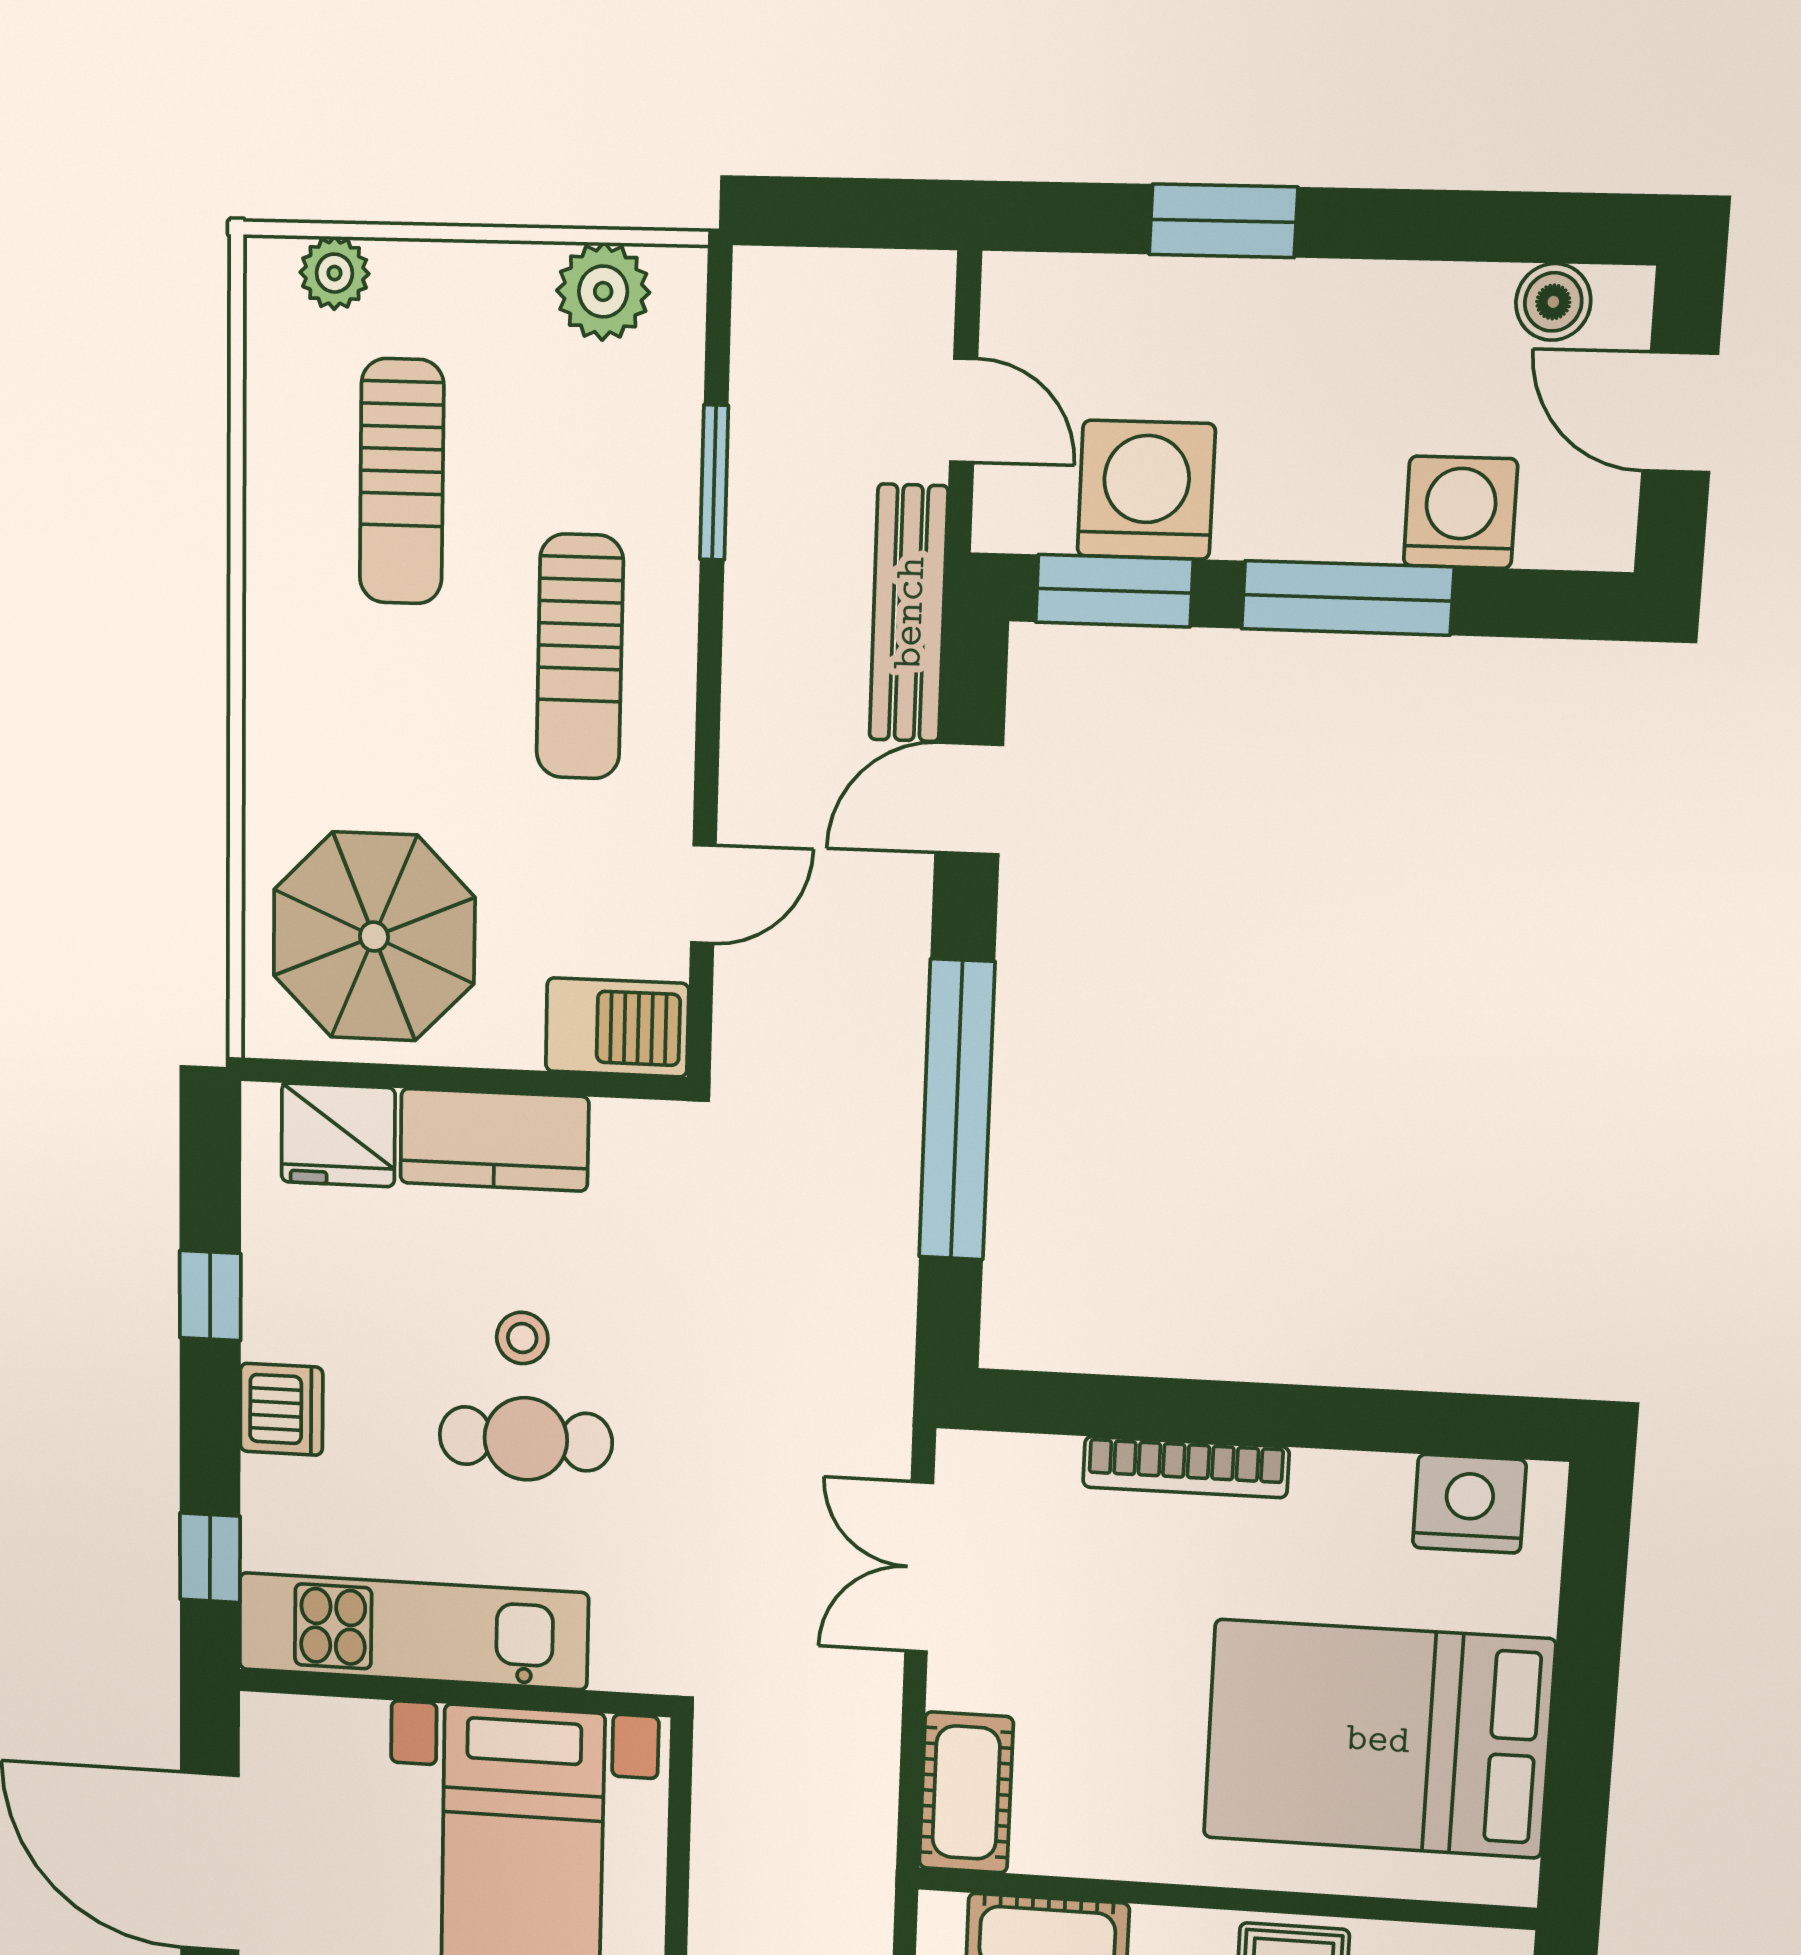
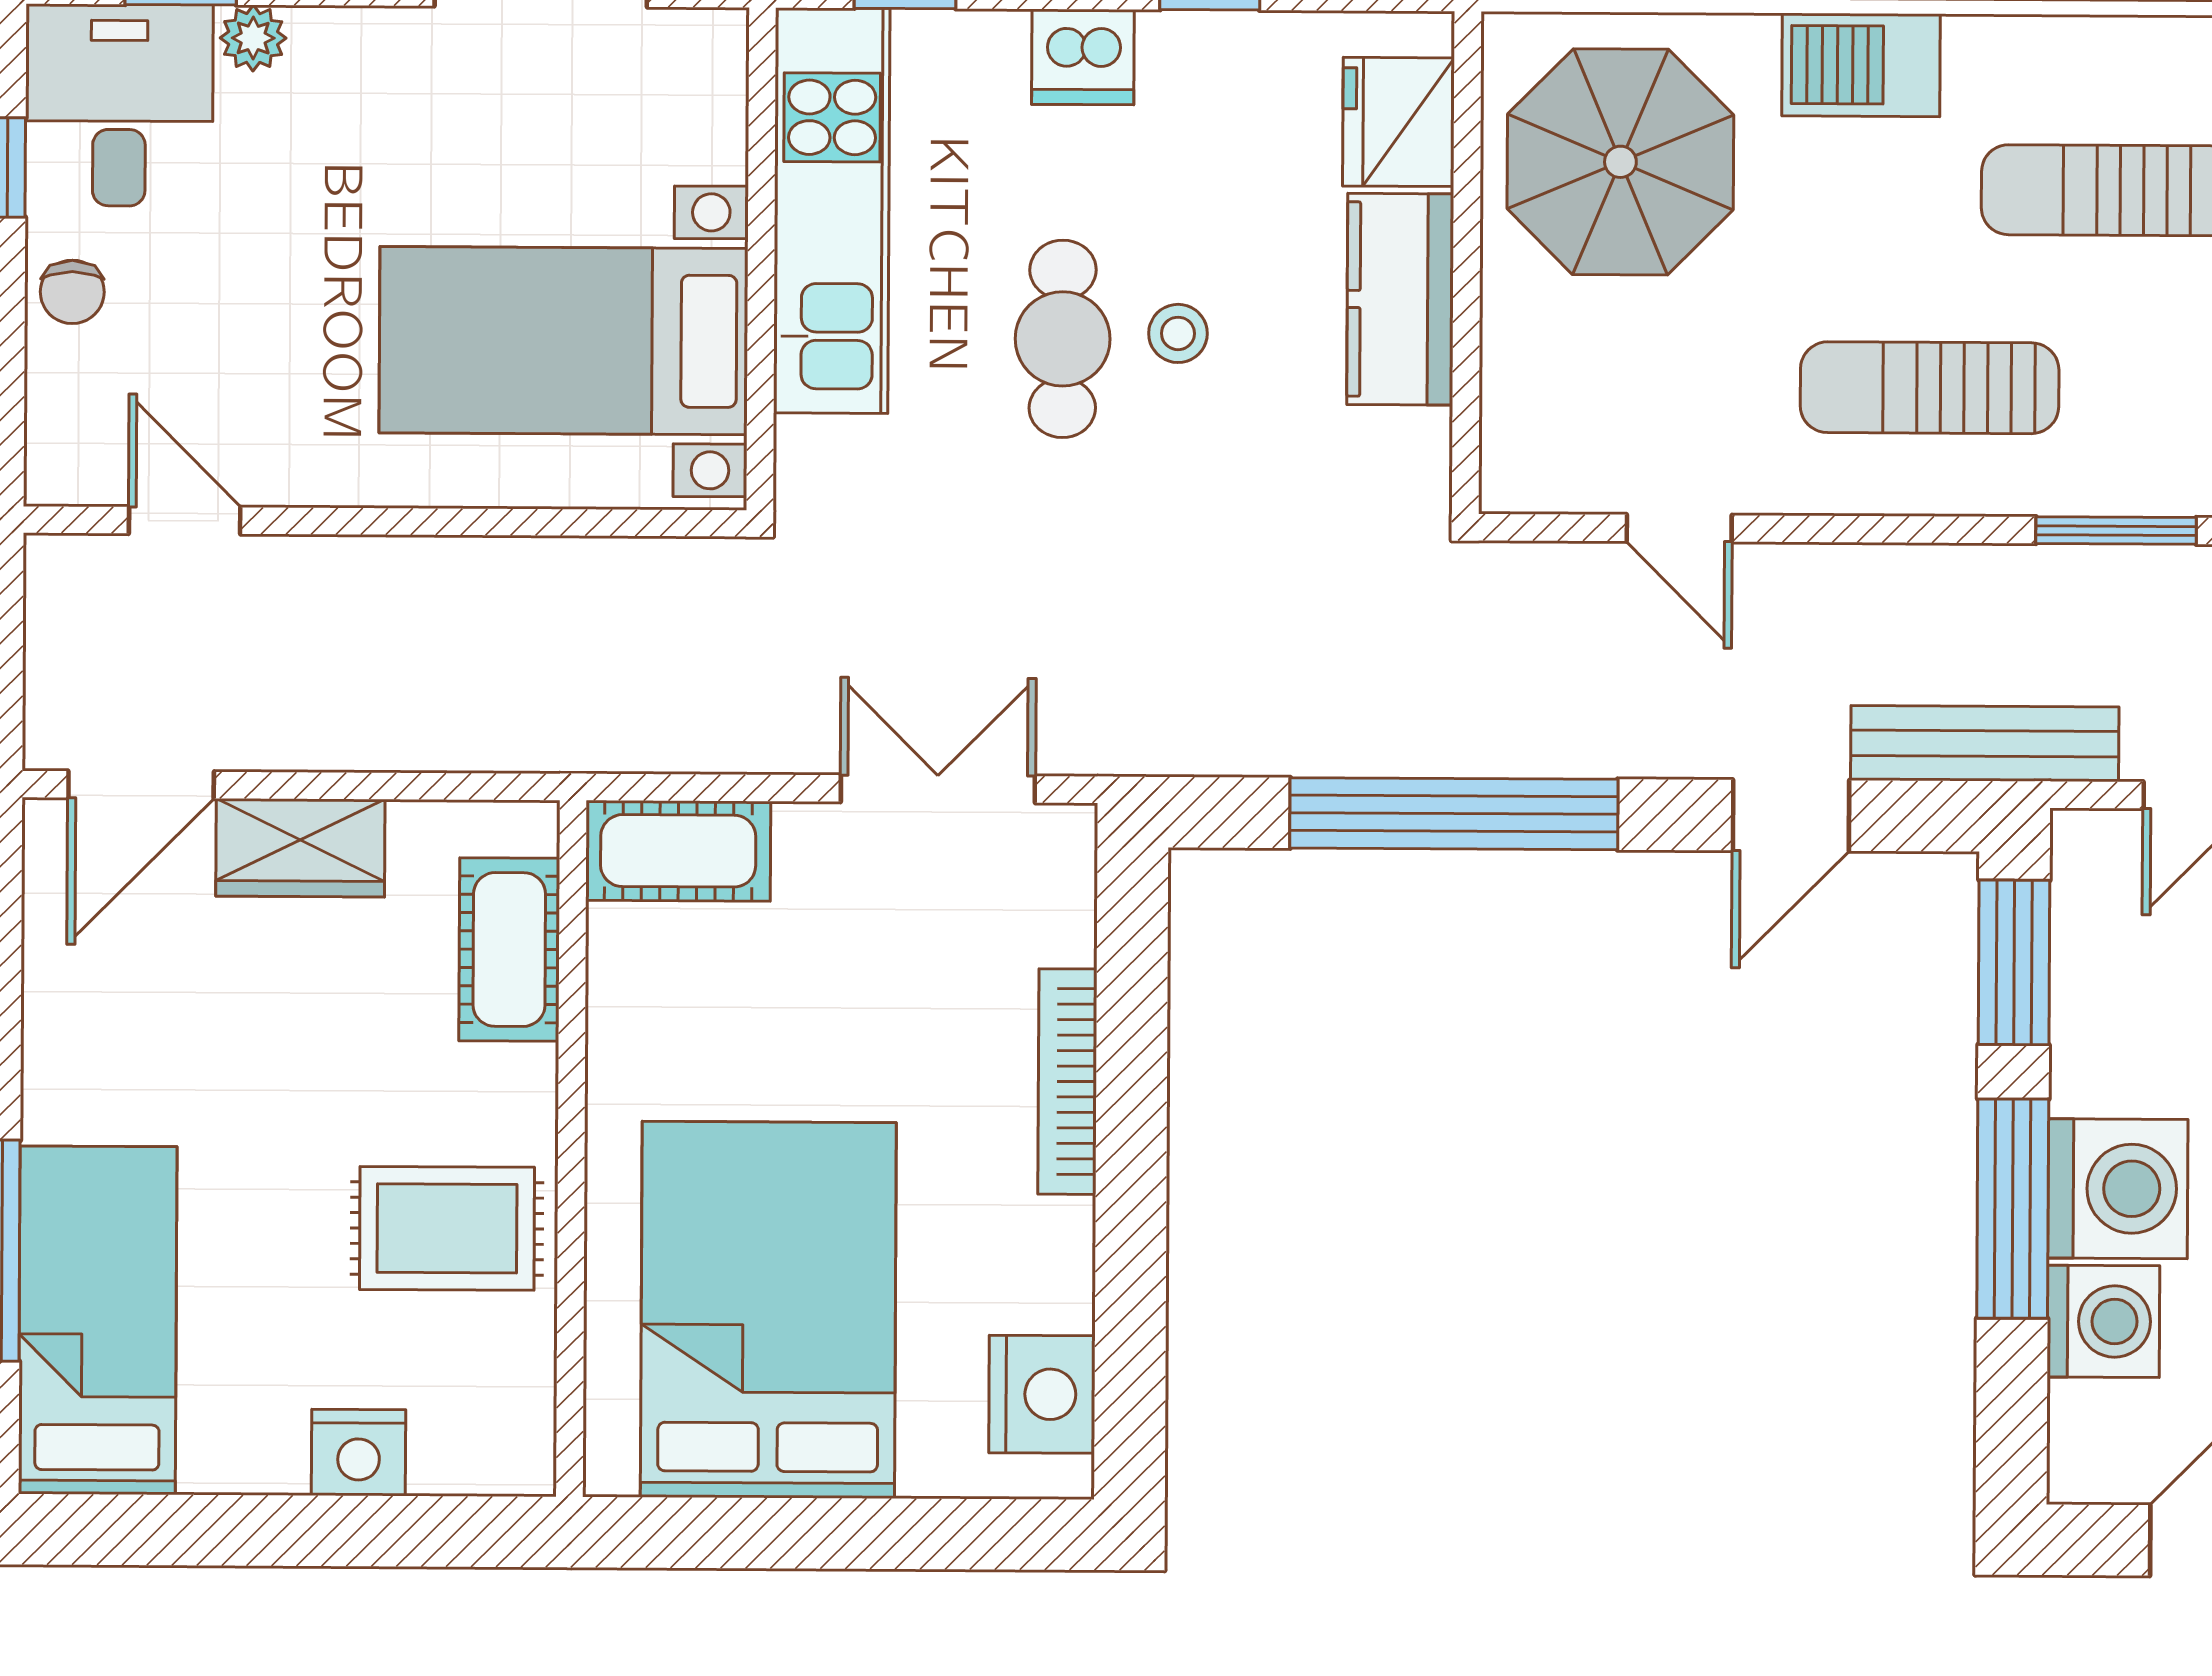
washing machine: (1146, 490) -> (2118, 1189), moved
door: (969, 799) -> (1791, 815), swing flipped
barbecue: (617, 1027) -> (1861, 65), moved, turned 90

